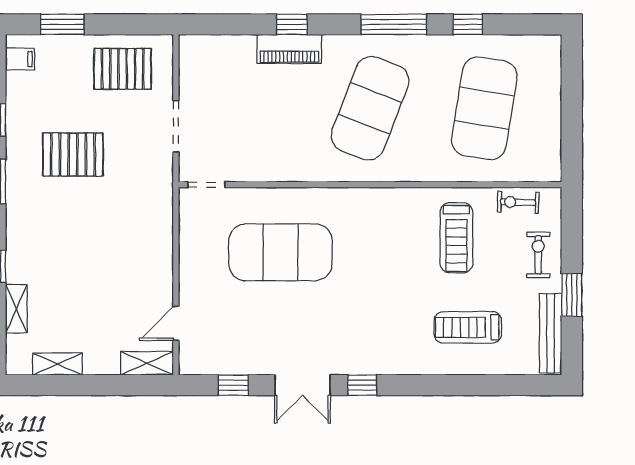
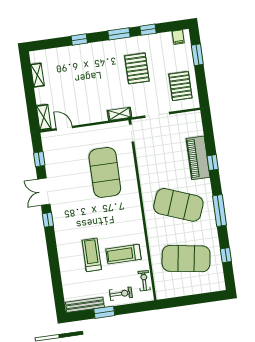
window: (468, 24) -> (226, 255), moved
piano: (289, 49) -> (198, 158), width x1.37, depth x1.33
shelving: (16, 309) -> (119, 114), moved
treadmill: (468, 327) -> (92, 255), moved

